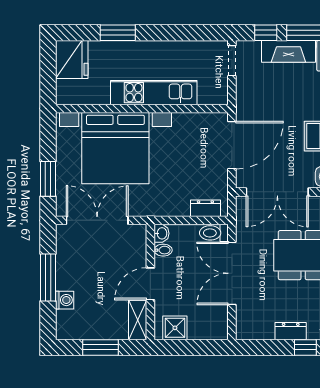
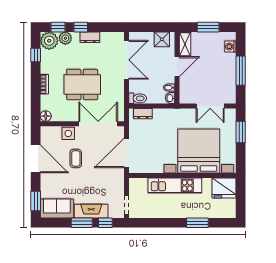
fridge: (72, 59) -> (224, 188), moved, turned -90
double door: (97, 220) -> (210, 106), width x0.73
double door: (232, 273) -> (126, 60), moved
washing machine: (65, 300) -> (230, 47), moved

